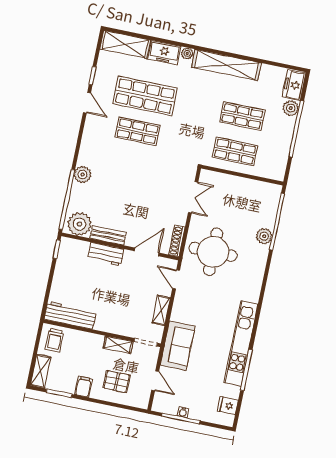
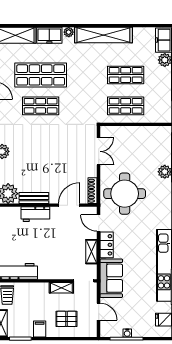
locker: (180, 306) -> (107, 245), added

